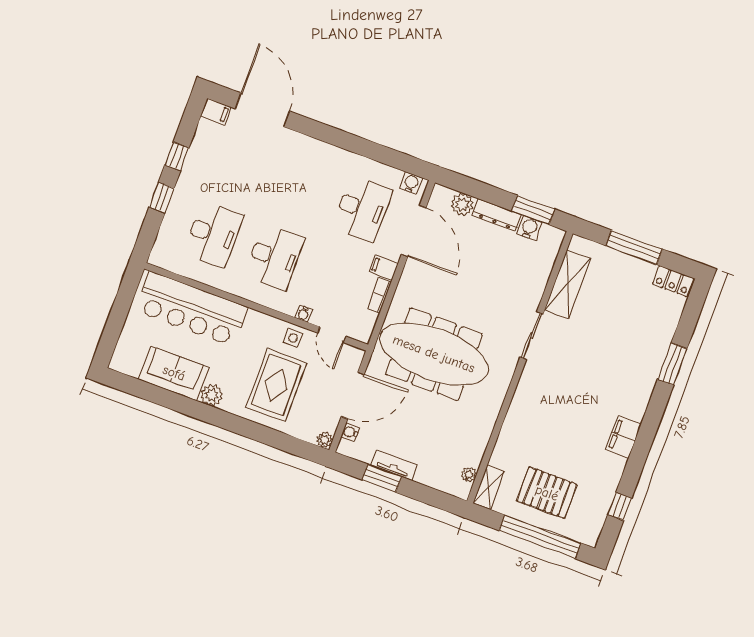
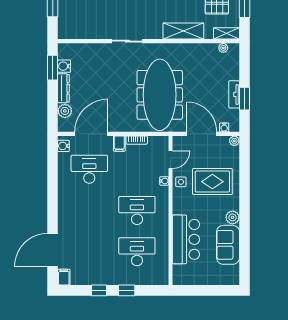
shelving: (568, 284) -> (183, 31), moved
bar counter: (192, 309) -> (186, 239), width x0.73

